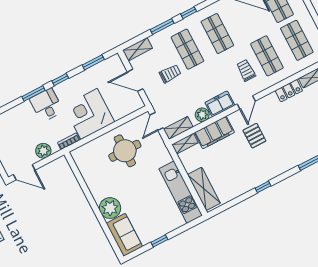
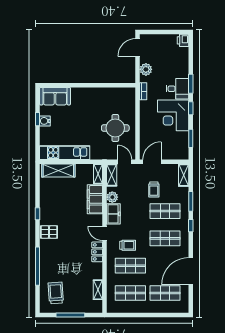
door: (135, 80) -> (152, 162), moved
locker: (289, 91) -> (97, 252), moved
corner desk: (89, 114) -> (173, 115), moved, turned 180
pallet: (254, 136) -> (49, 232), moved
plant: (110, 208) -> (80, 96), removed
water cooler: (157, 232) -> (45, 121), added

